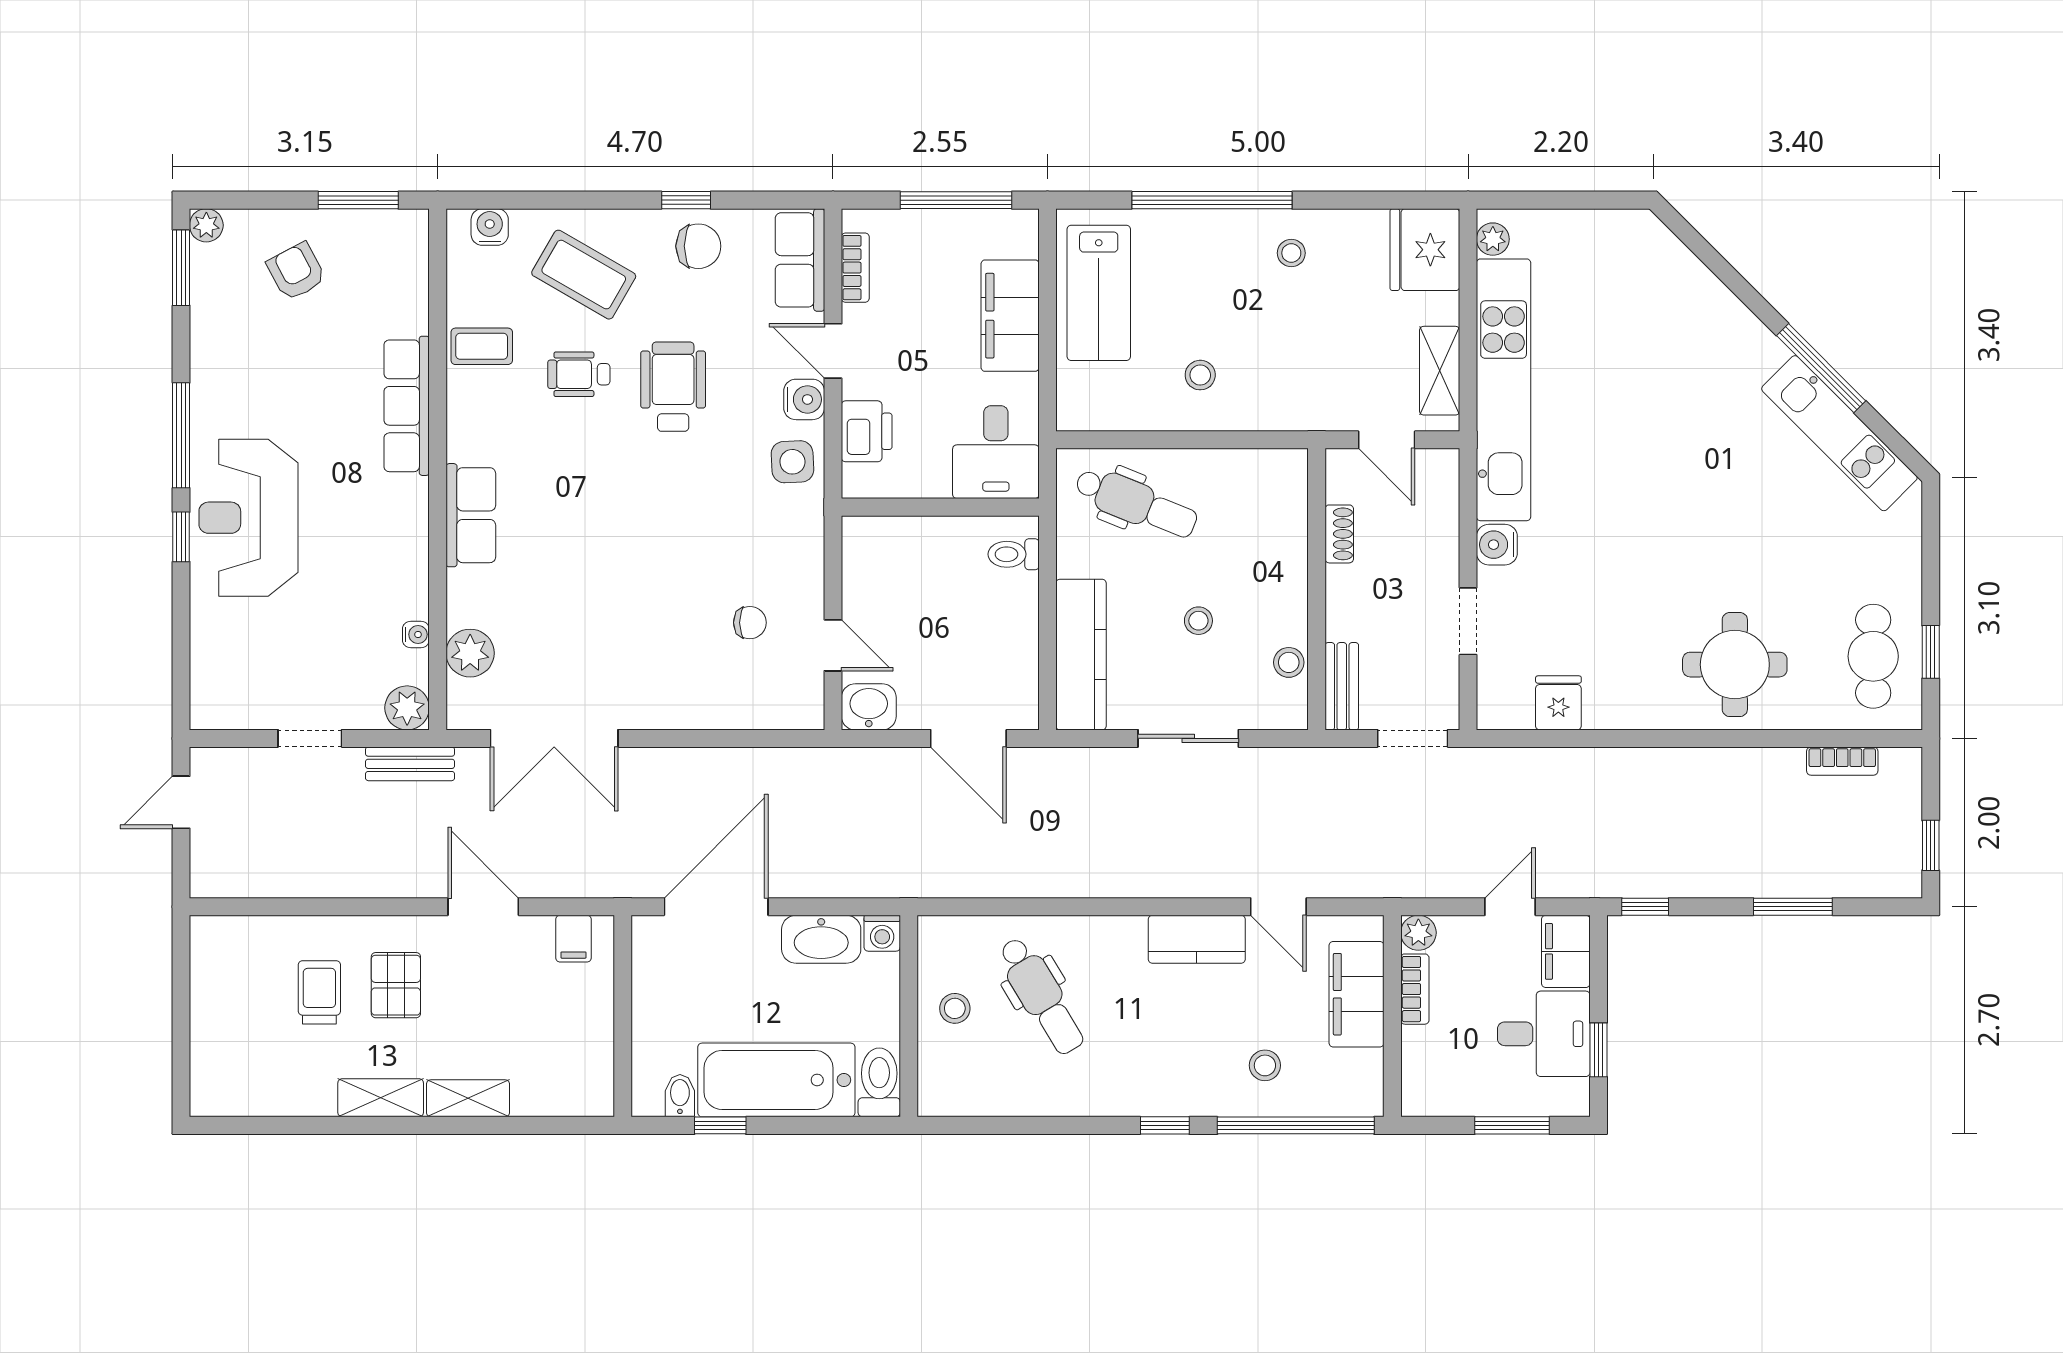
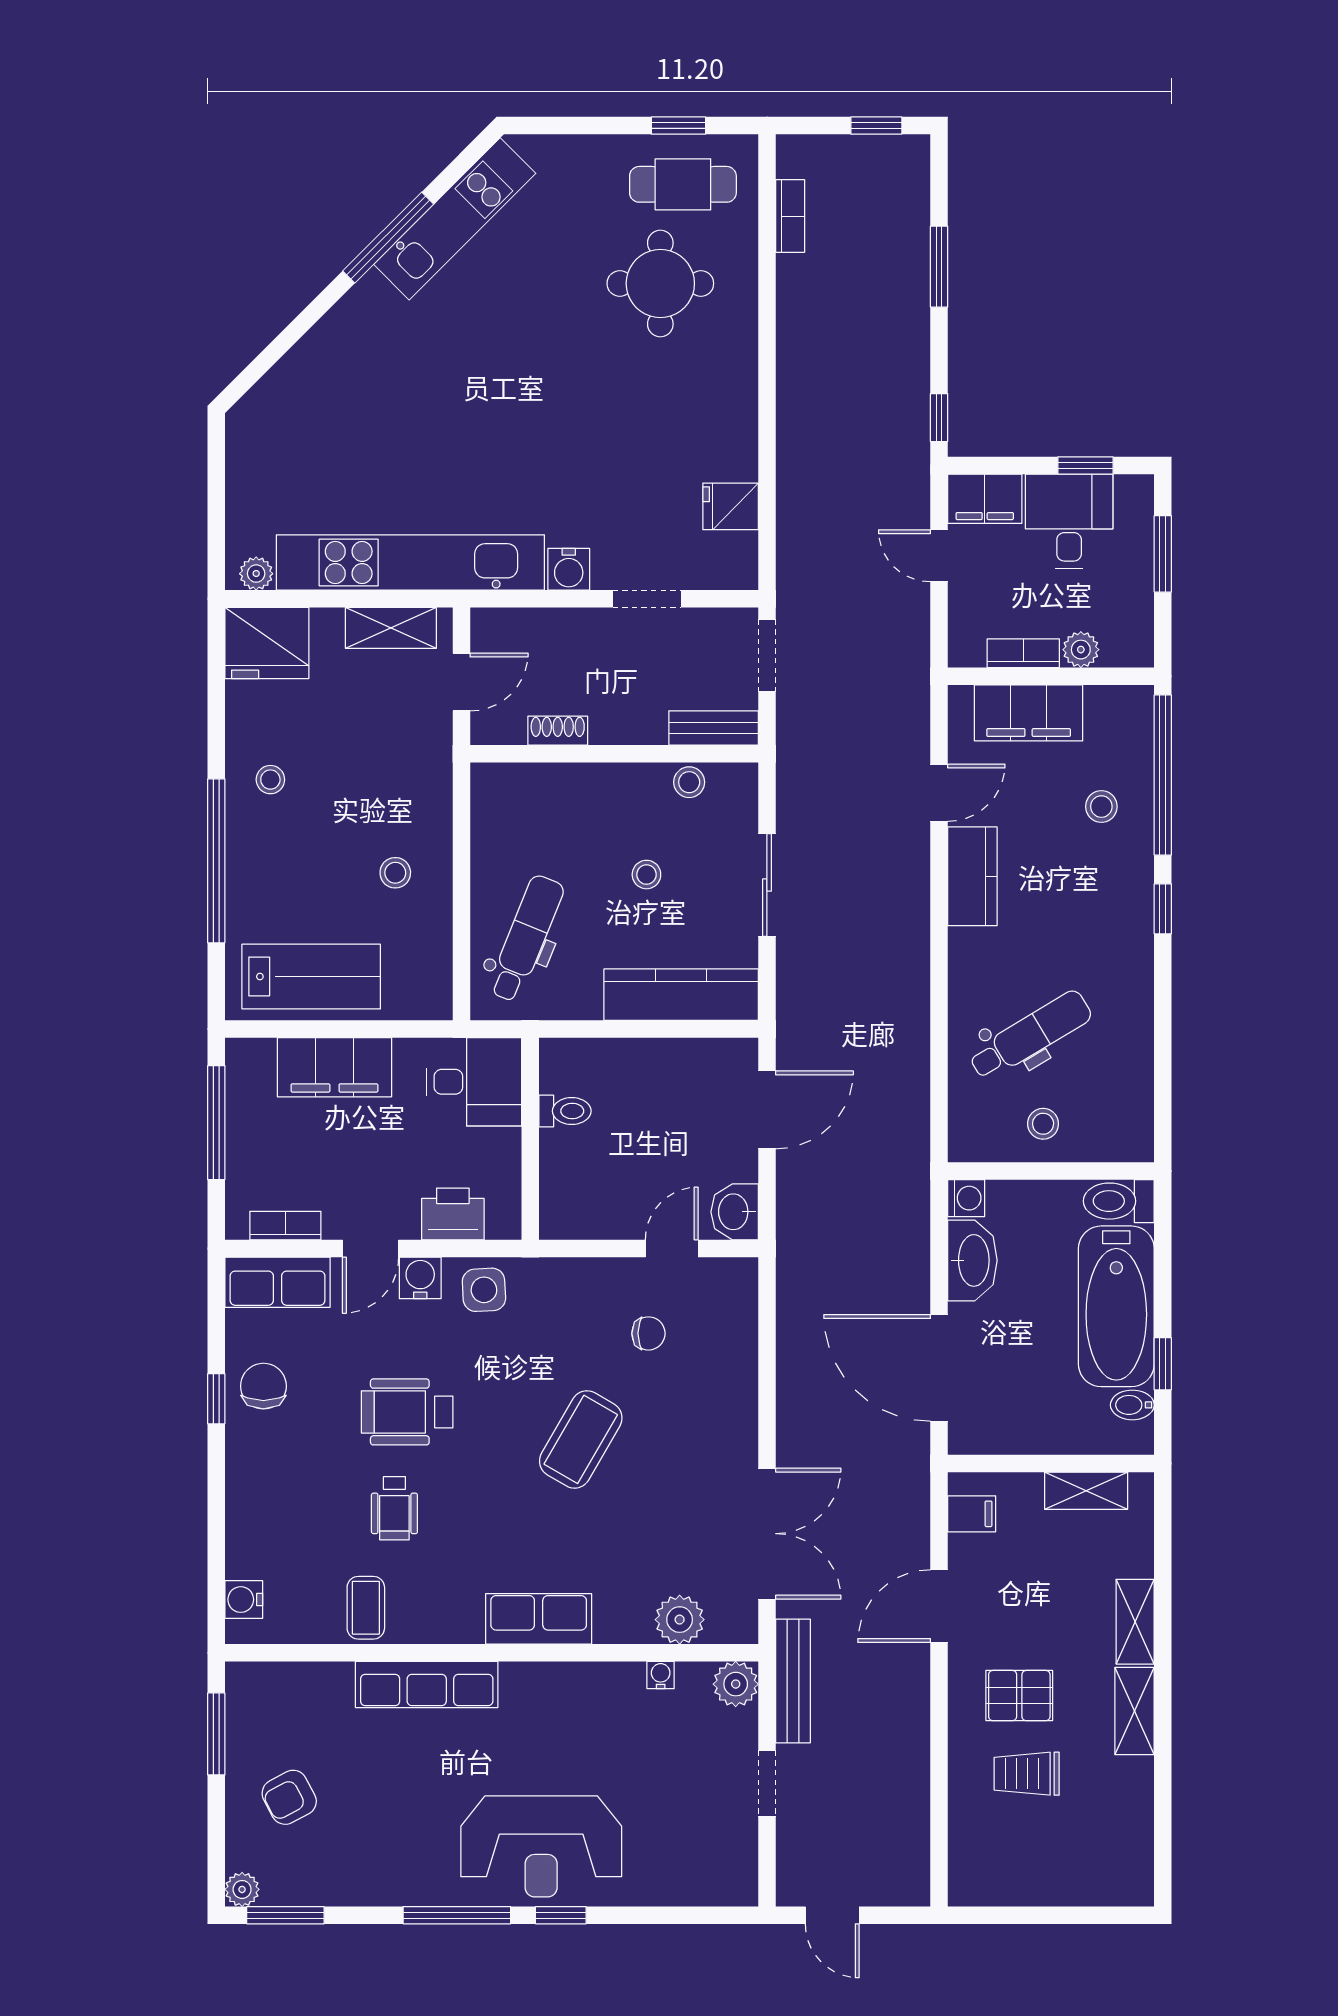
coffee table: (584, 275) -> (581, 1439), moved
toilet: (1014, 554) -> (565, 1111), moved, turned -90
chair: (750, 623) -> (648, 1333), turned 90
round table: (1735, 665) -> (660, 283), moved
bench: (410, 764) -> (793, 1681), width x1.36
plant: (1418, 933) -> (1081, 650), moved
shelving: (596, 1051) -> (1086, 1491), added

